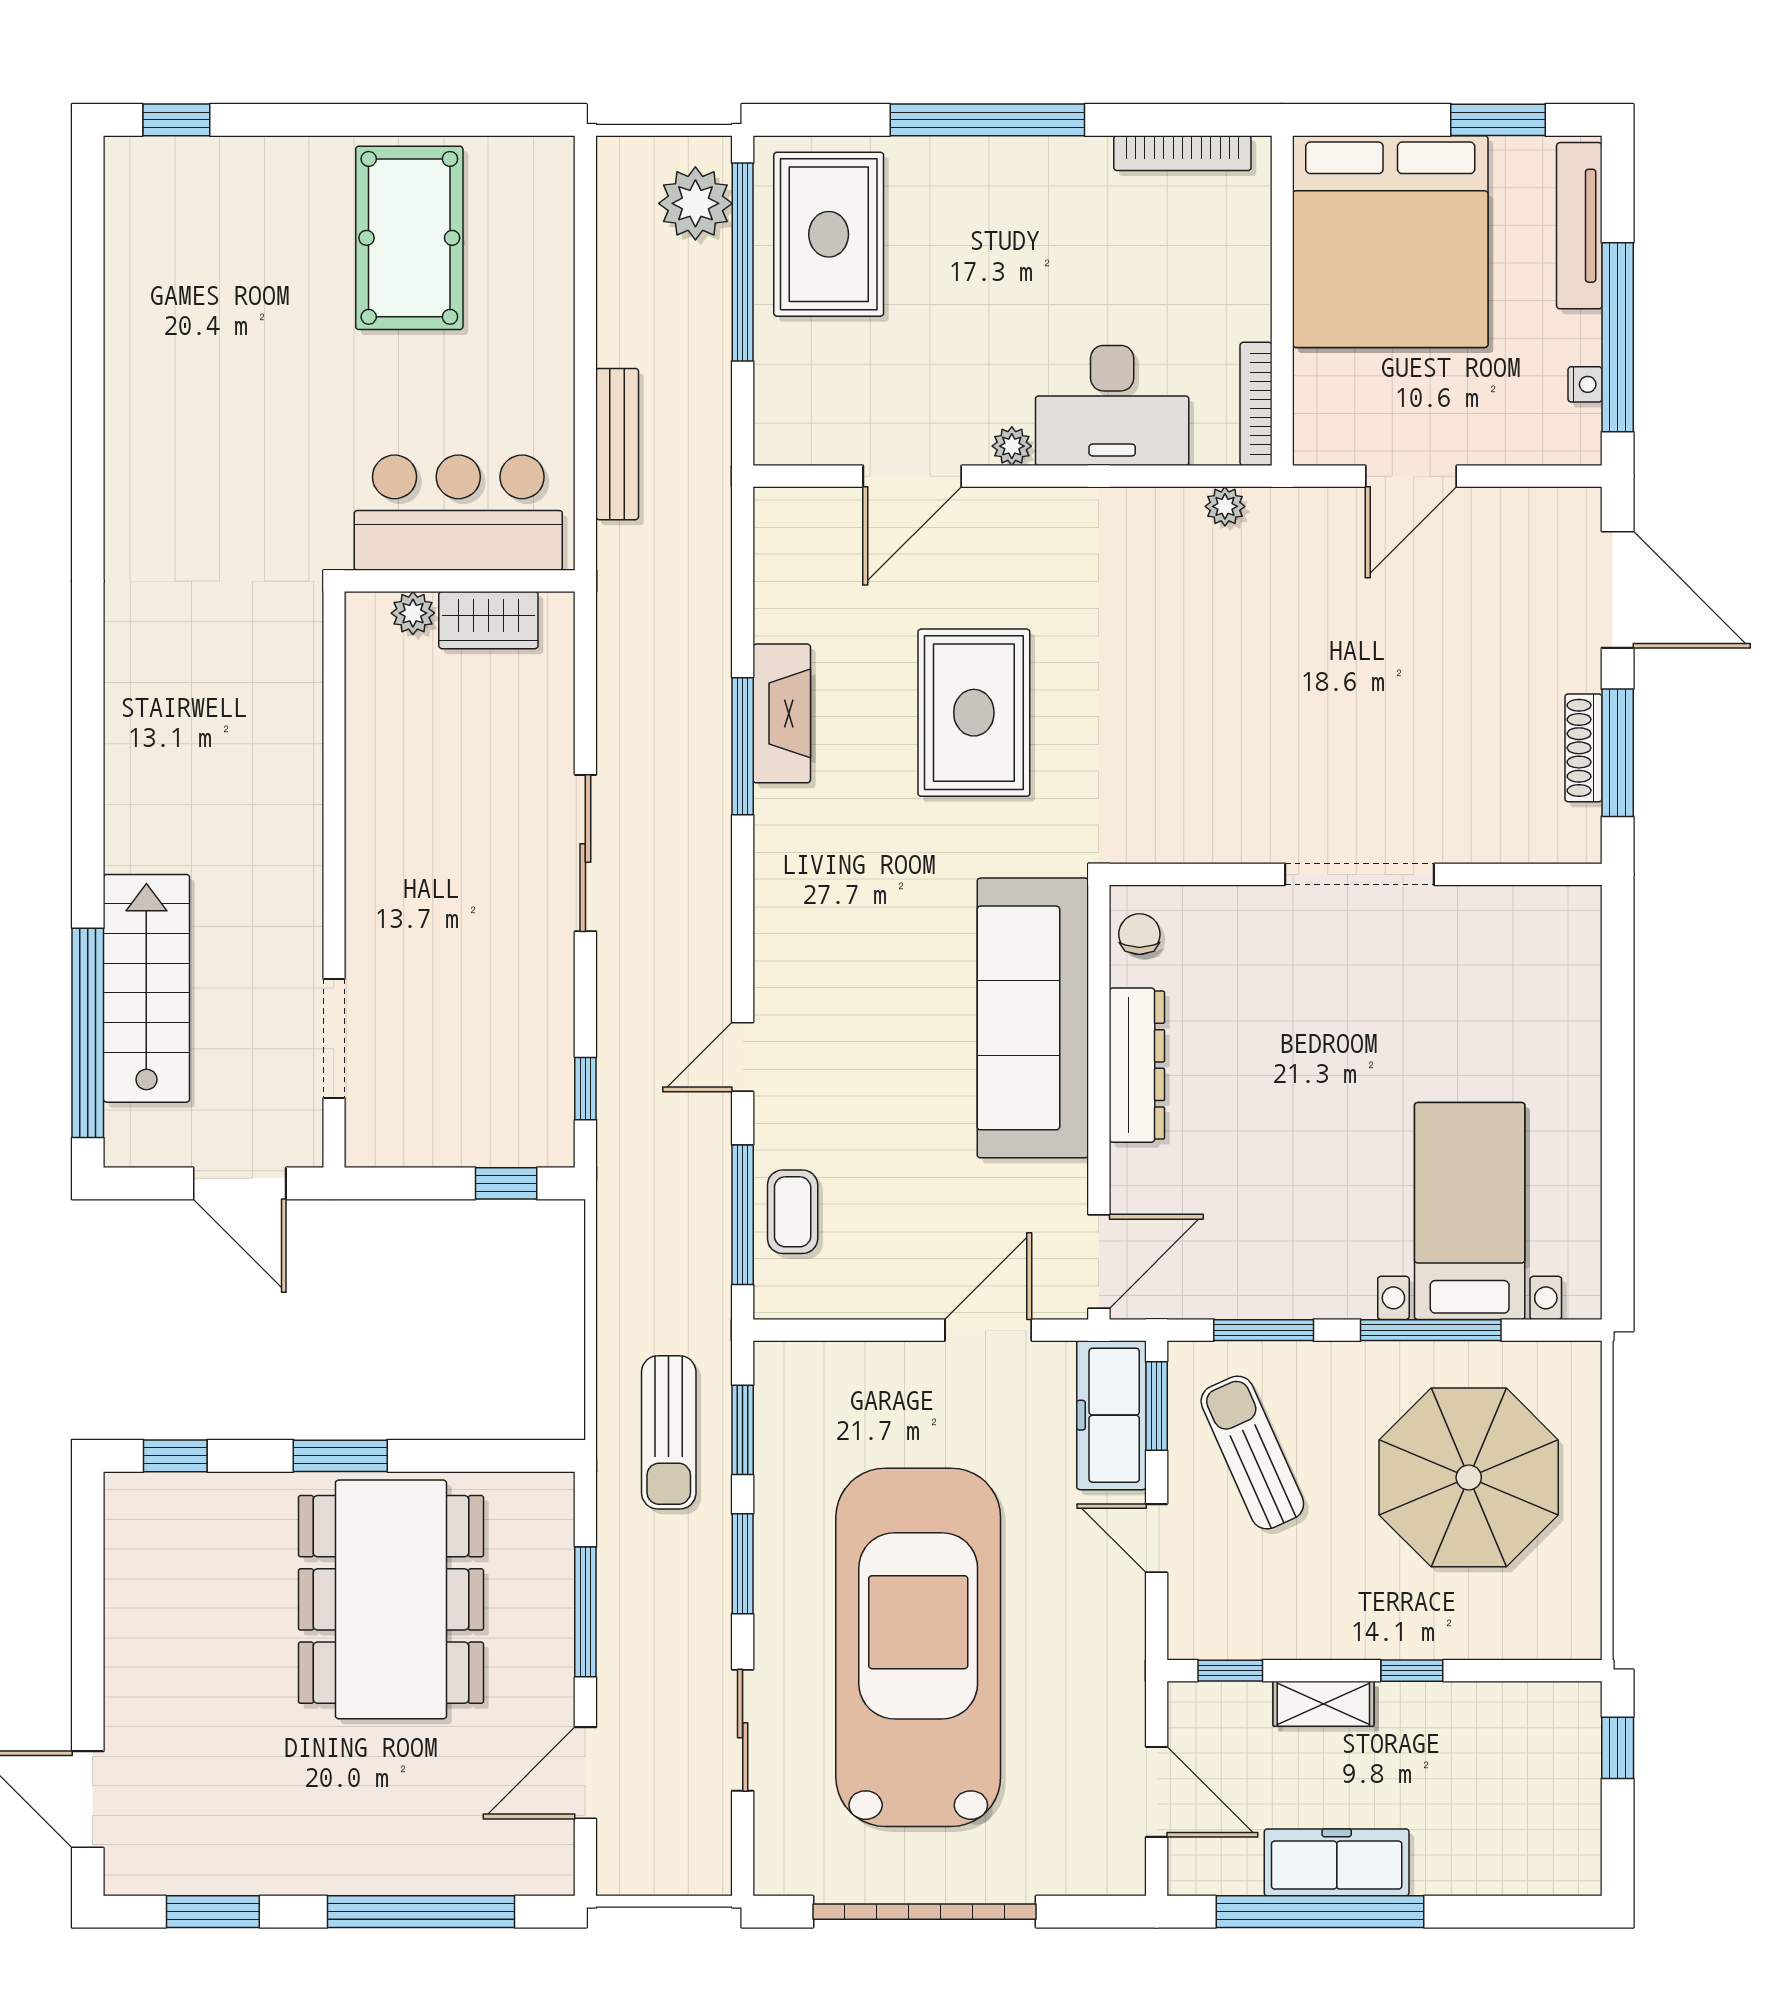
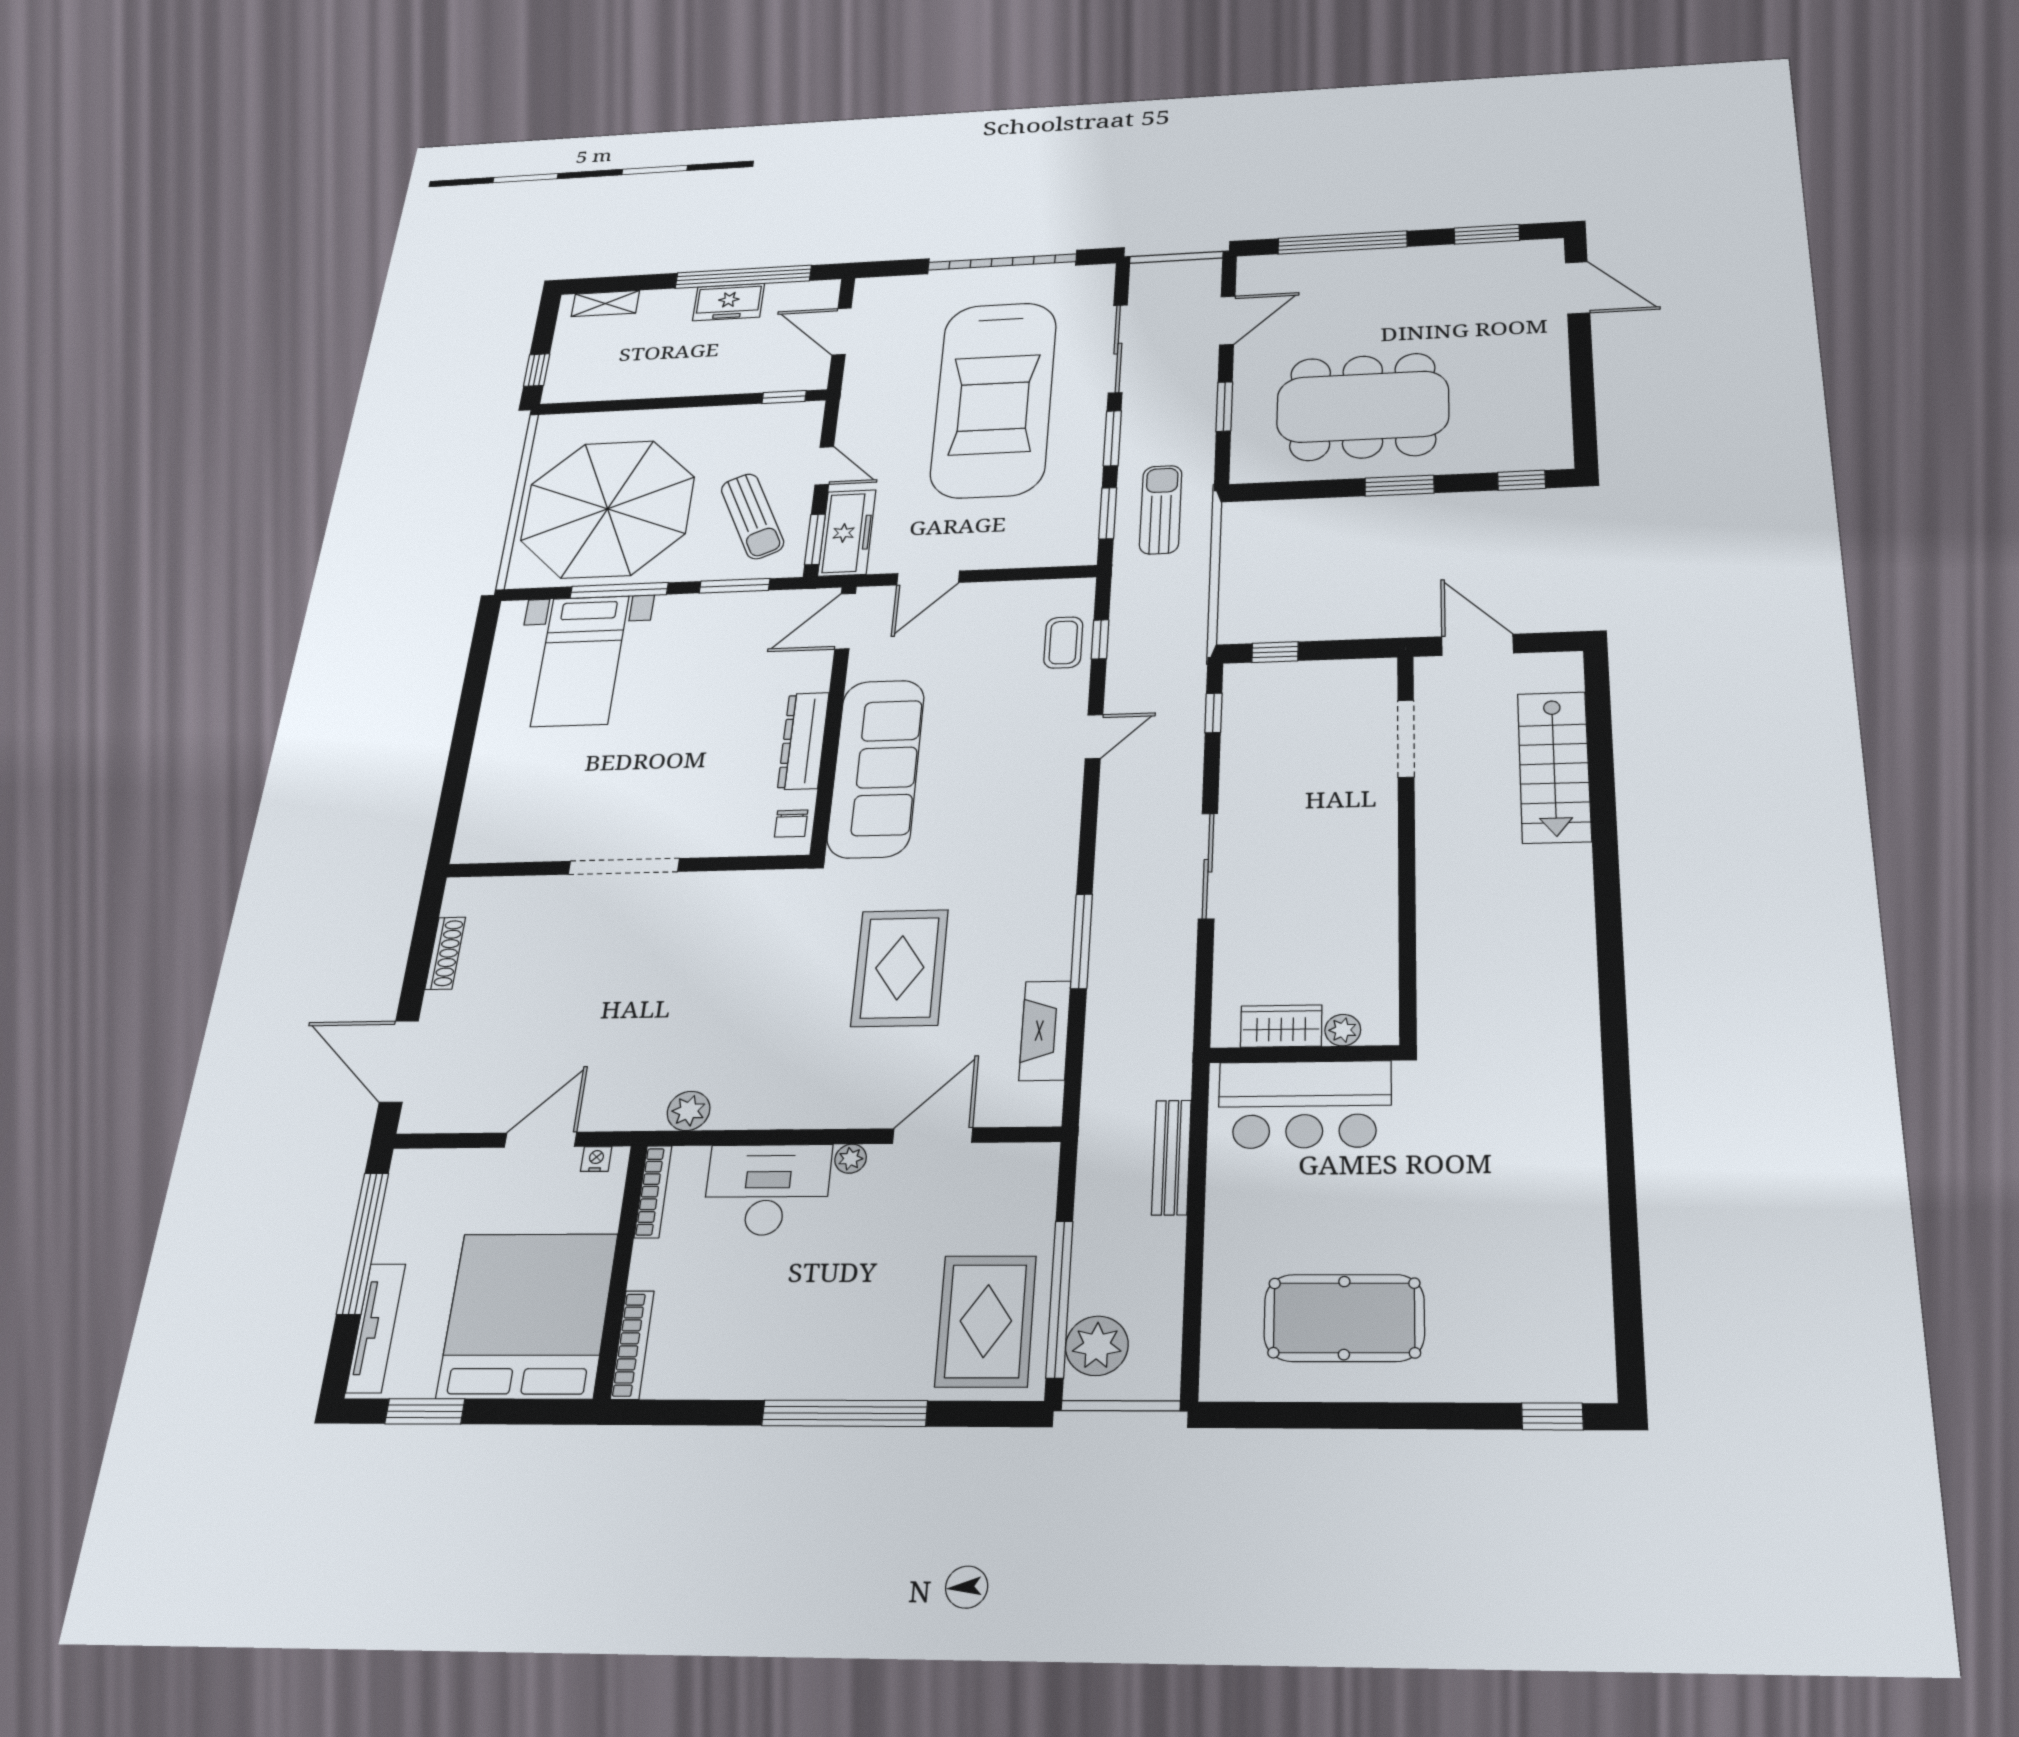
bookcase: (1182, 153) -> (632, 1345), moved, turned 90
pool table: (409, 238) -> (1344, 1318), turned 90
nightstand: (1585, 384) -> (596, 1159), moved, turned 90
plant: (1225, 506) -> (689, 1111), width x1.38, depth x1.38
fireplace: (782, 713) -> (1045, 1030), moved
window: (1618, 753) -> (421, 950), removed
window: (88, 1033) -> (1600, 736), removed
window: (743, 1215) -> (1100, 639), width x0.46
parasol: (1469, 1477) -> (608, 509), width x1.36, depth x1.36
dining table: (391, 1599) -> (1363, 407), turned 90
window: (585, 1612) -> (1224, 407), width x0.69
window: (1412, 1671) -> (663, 403), removed
shelving: (1323, 1704) -> (605, 304), moved
sliding door: (743, 1730) -> (1118, 349), width x1.37
freezer: (1337, 1862) -> (729, 302), width x0.71

